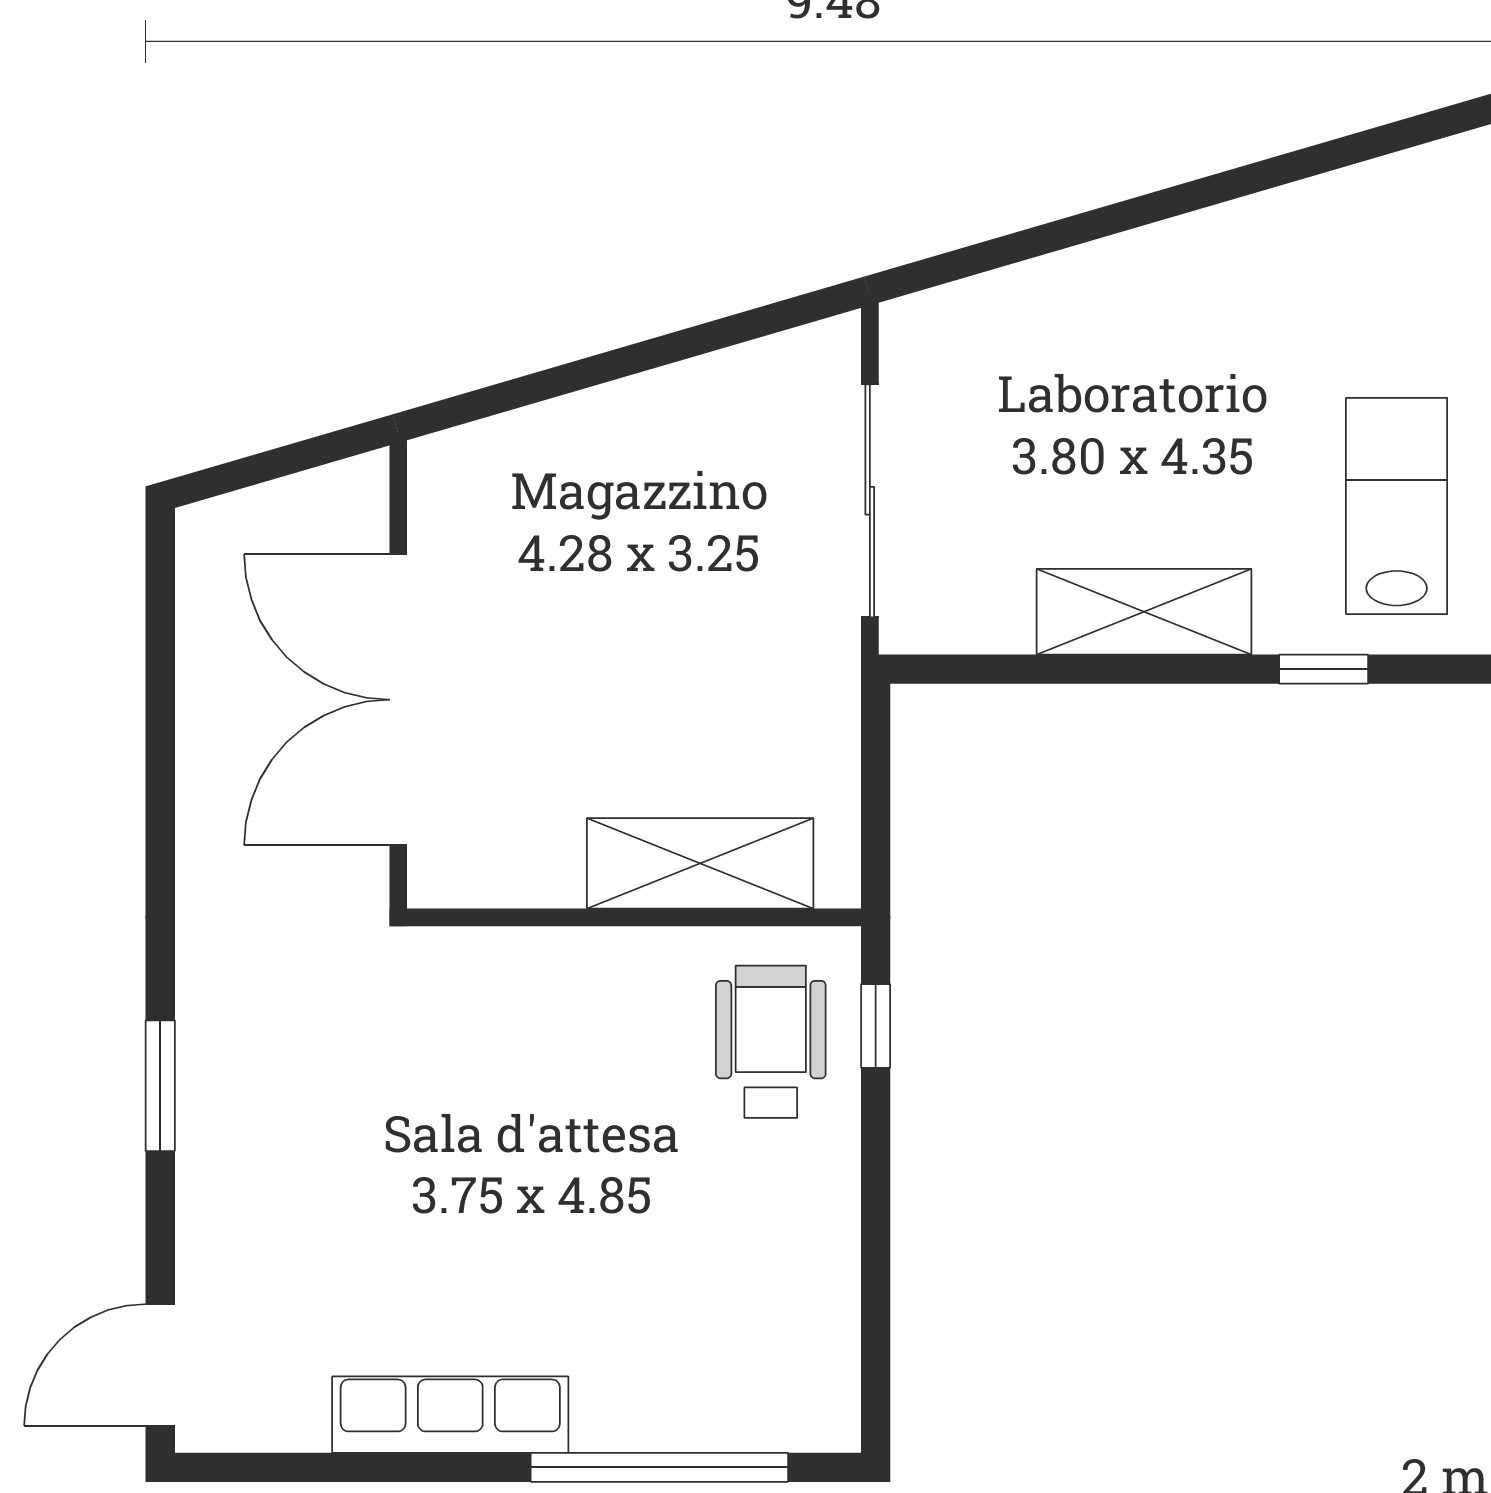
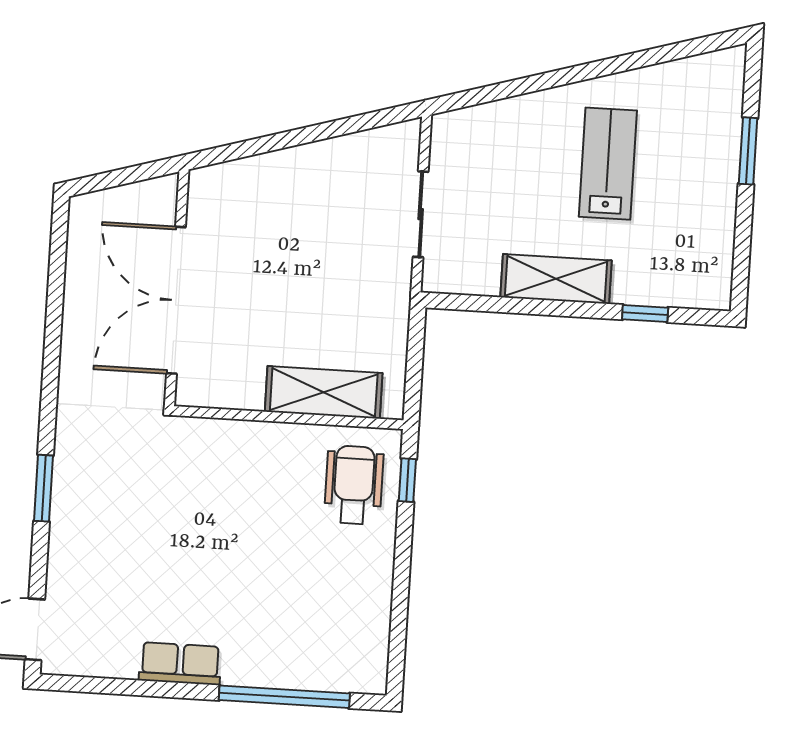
sliding door: (870, 501) -> (421, 214), width x0.73
lab bench: (1397, 506) -> (608, 164), moved
row of seats: (450, 1415) -> (180, 664), width x0.68

